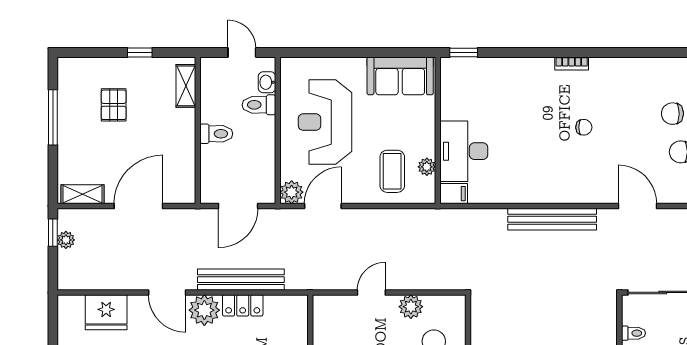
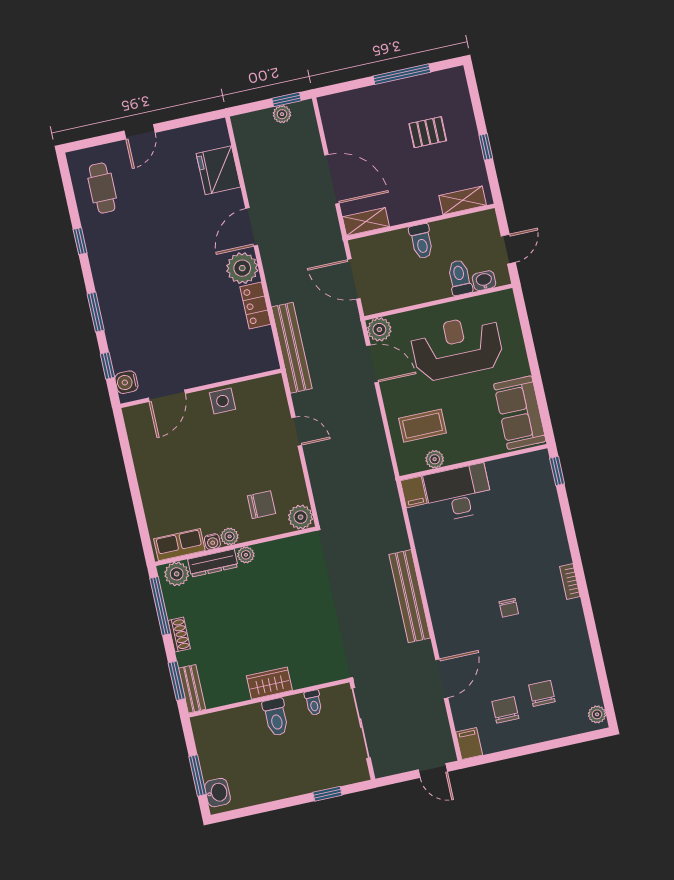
shelving: (83, 194) -> (366, 222), moved, turned 90
bench: (241, 280) -> (292, 348), moved
plant: (411, 307) -> (301, 517), moved

